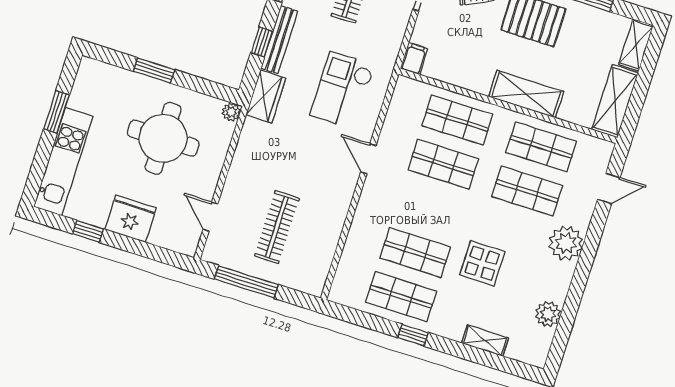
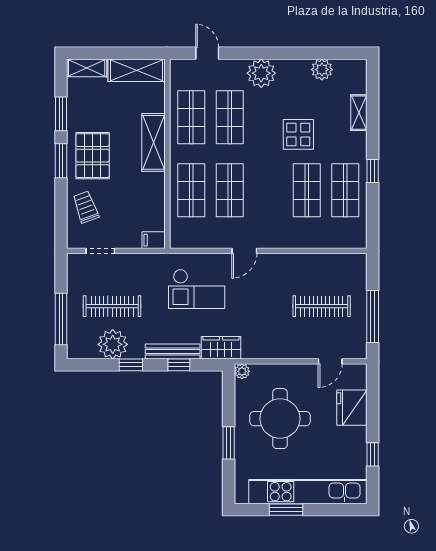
kitchen unit: (63, 161) -> (308, 492), width x1.36
fridge: (131, 219) -> (352, 408), moved

